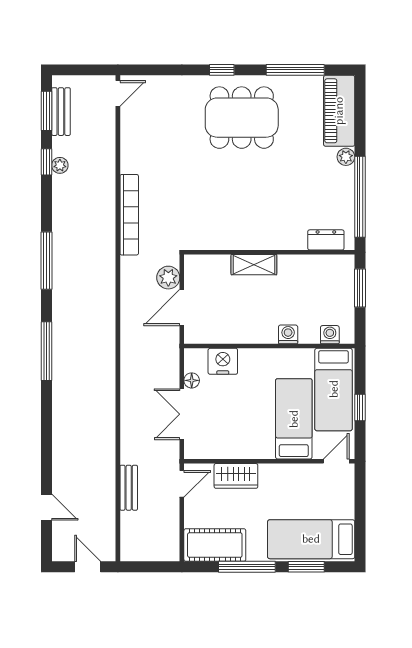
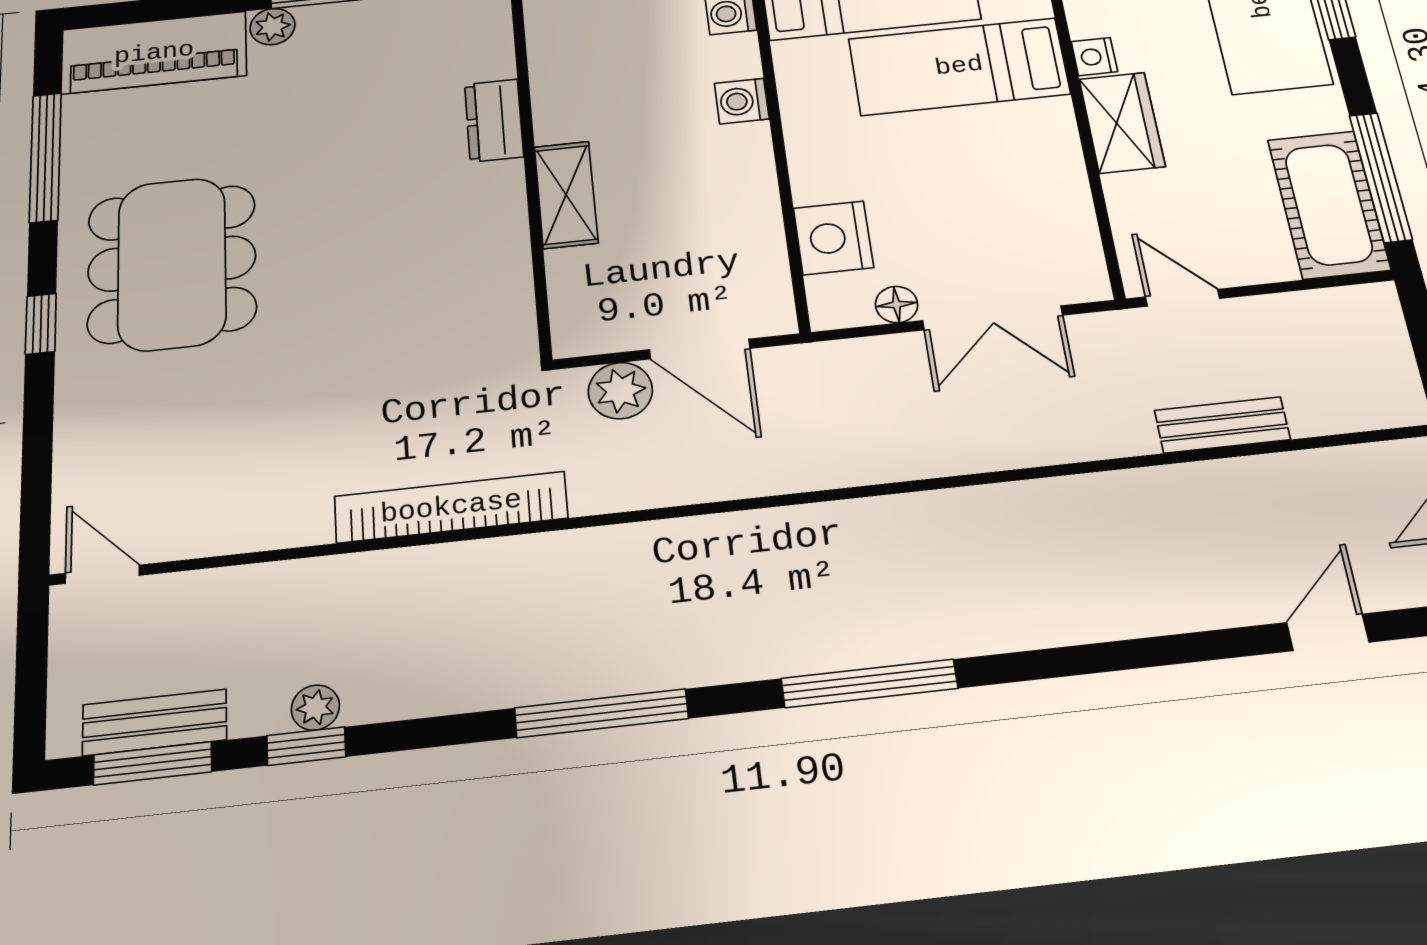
dresser: (326, 240) -> (494, 120), moved
nightstand: (292, 471) -> (1094, 57), added
wardrobe: (236, 476) -> (1122, 123), moved
window: (247, 567) -> (1381, 177), moved

